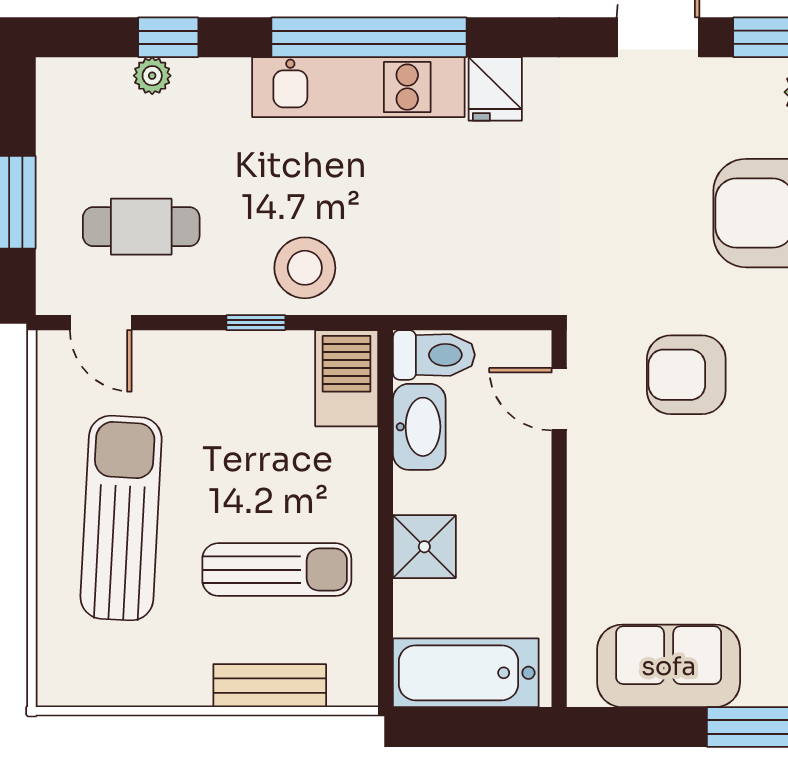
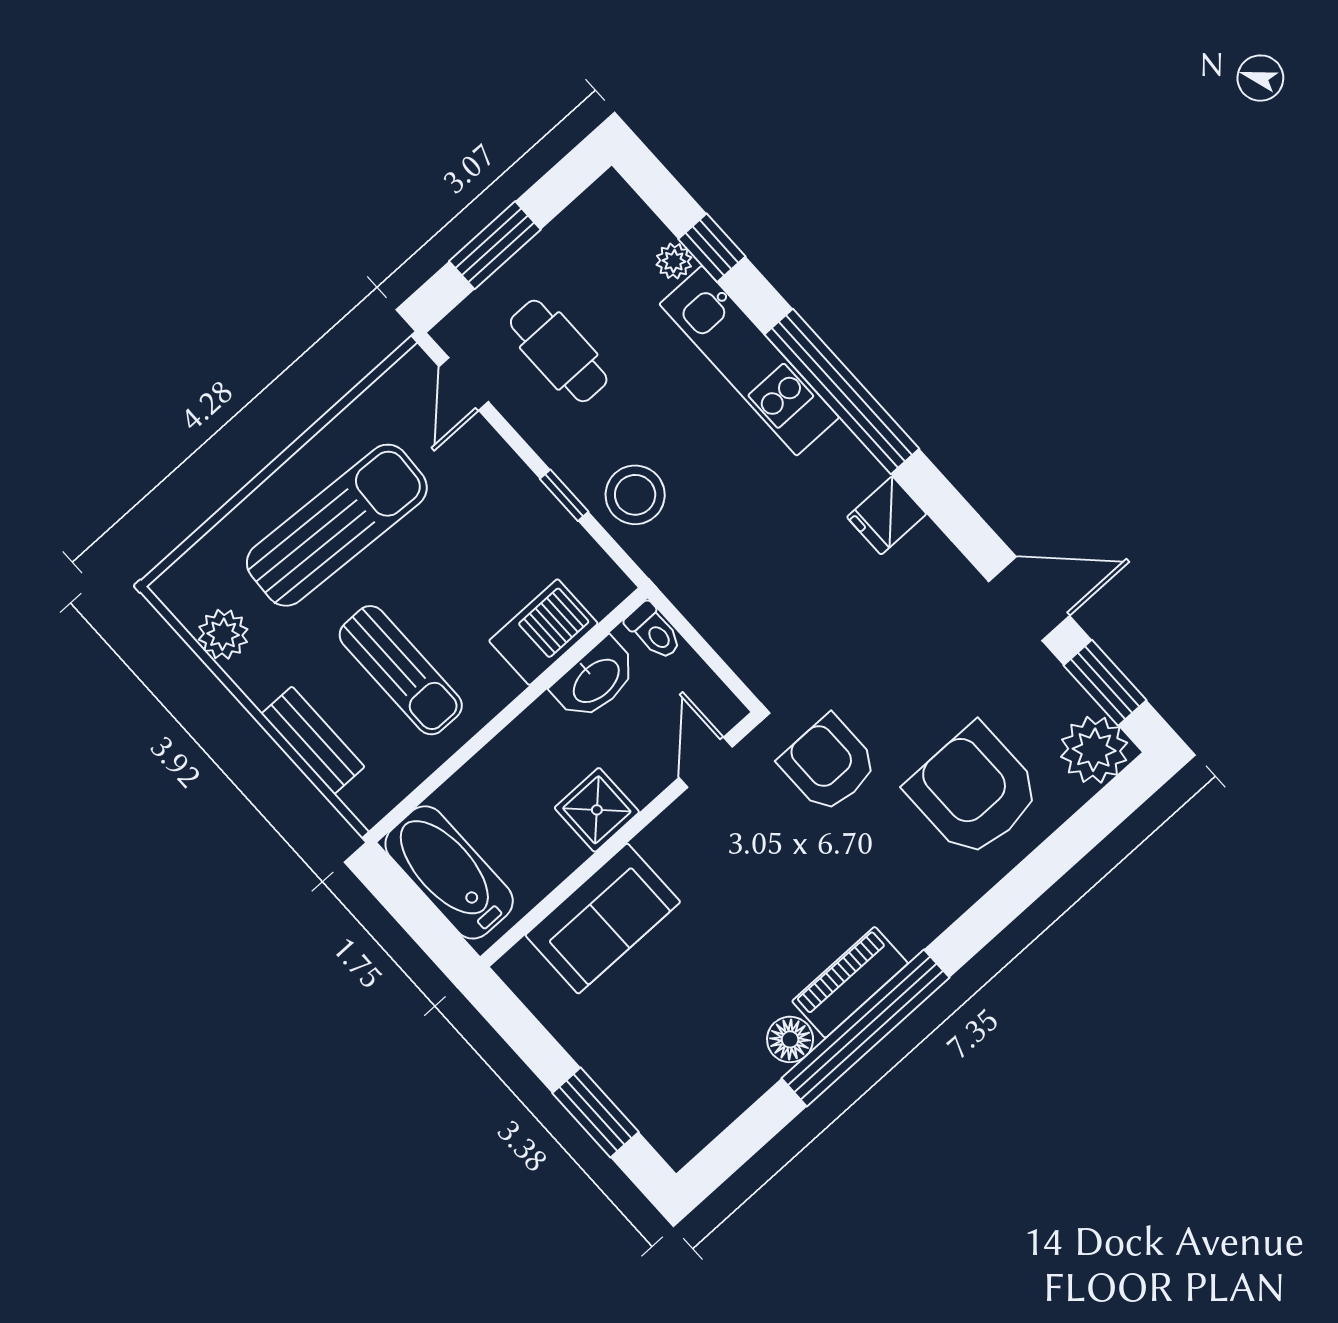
kitchen unit: (358, 87) -> (749, 361), moved
toilet: (434, 355) -> (654, 631), width x0.73, depth x0.72
armchair: (686, 375) -> (828, 764), moved
barbecue: (347, 378) -> (543, 632), moved
shower: (424, 547) -> (597, 810), moved
sofa: (669, 666) -> (603, 919), moved, turned 90
plant: (126, 681) -> (223, 634), added

